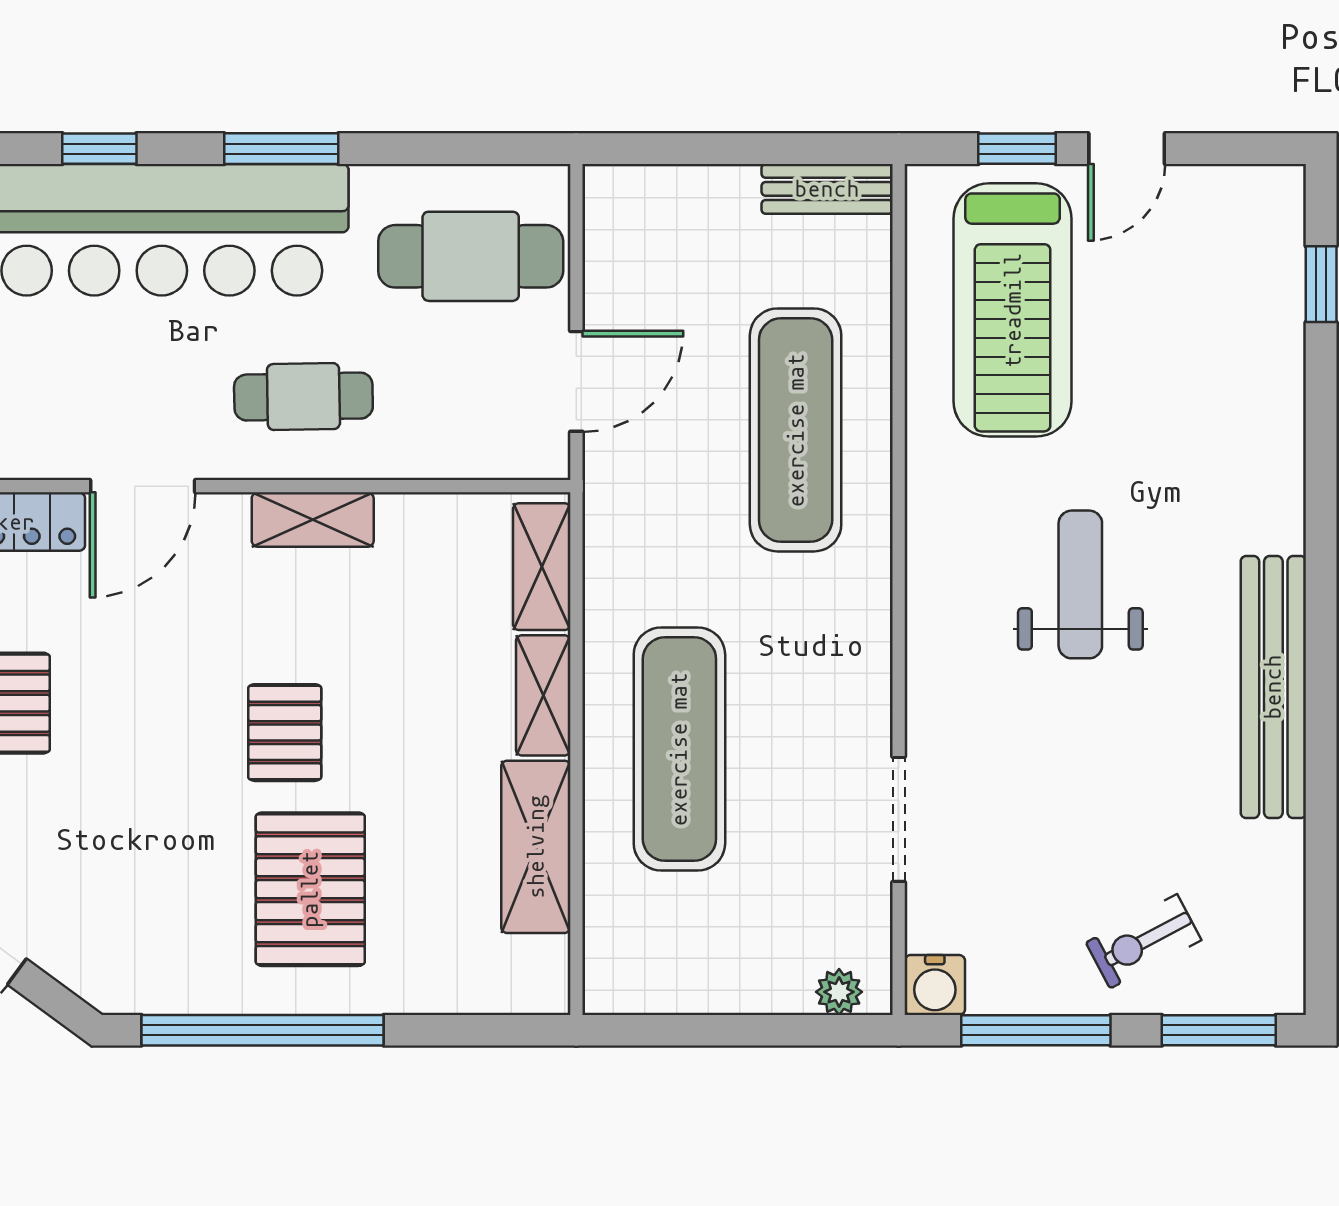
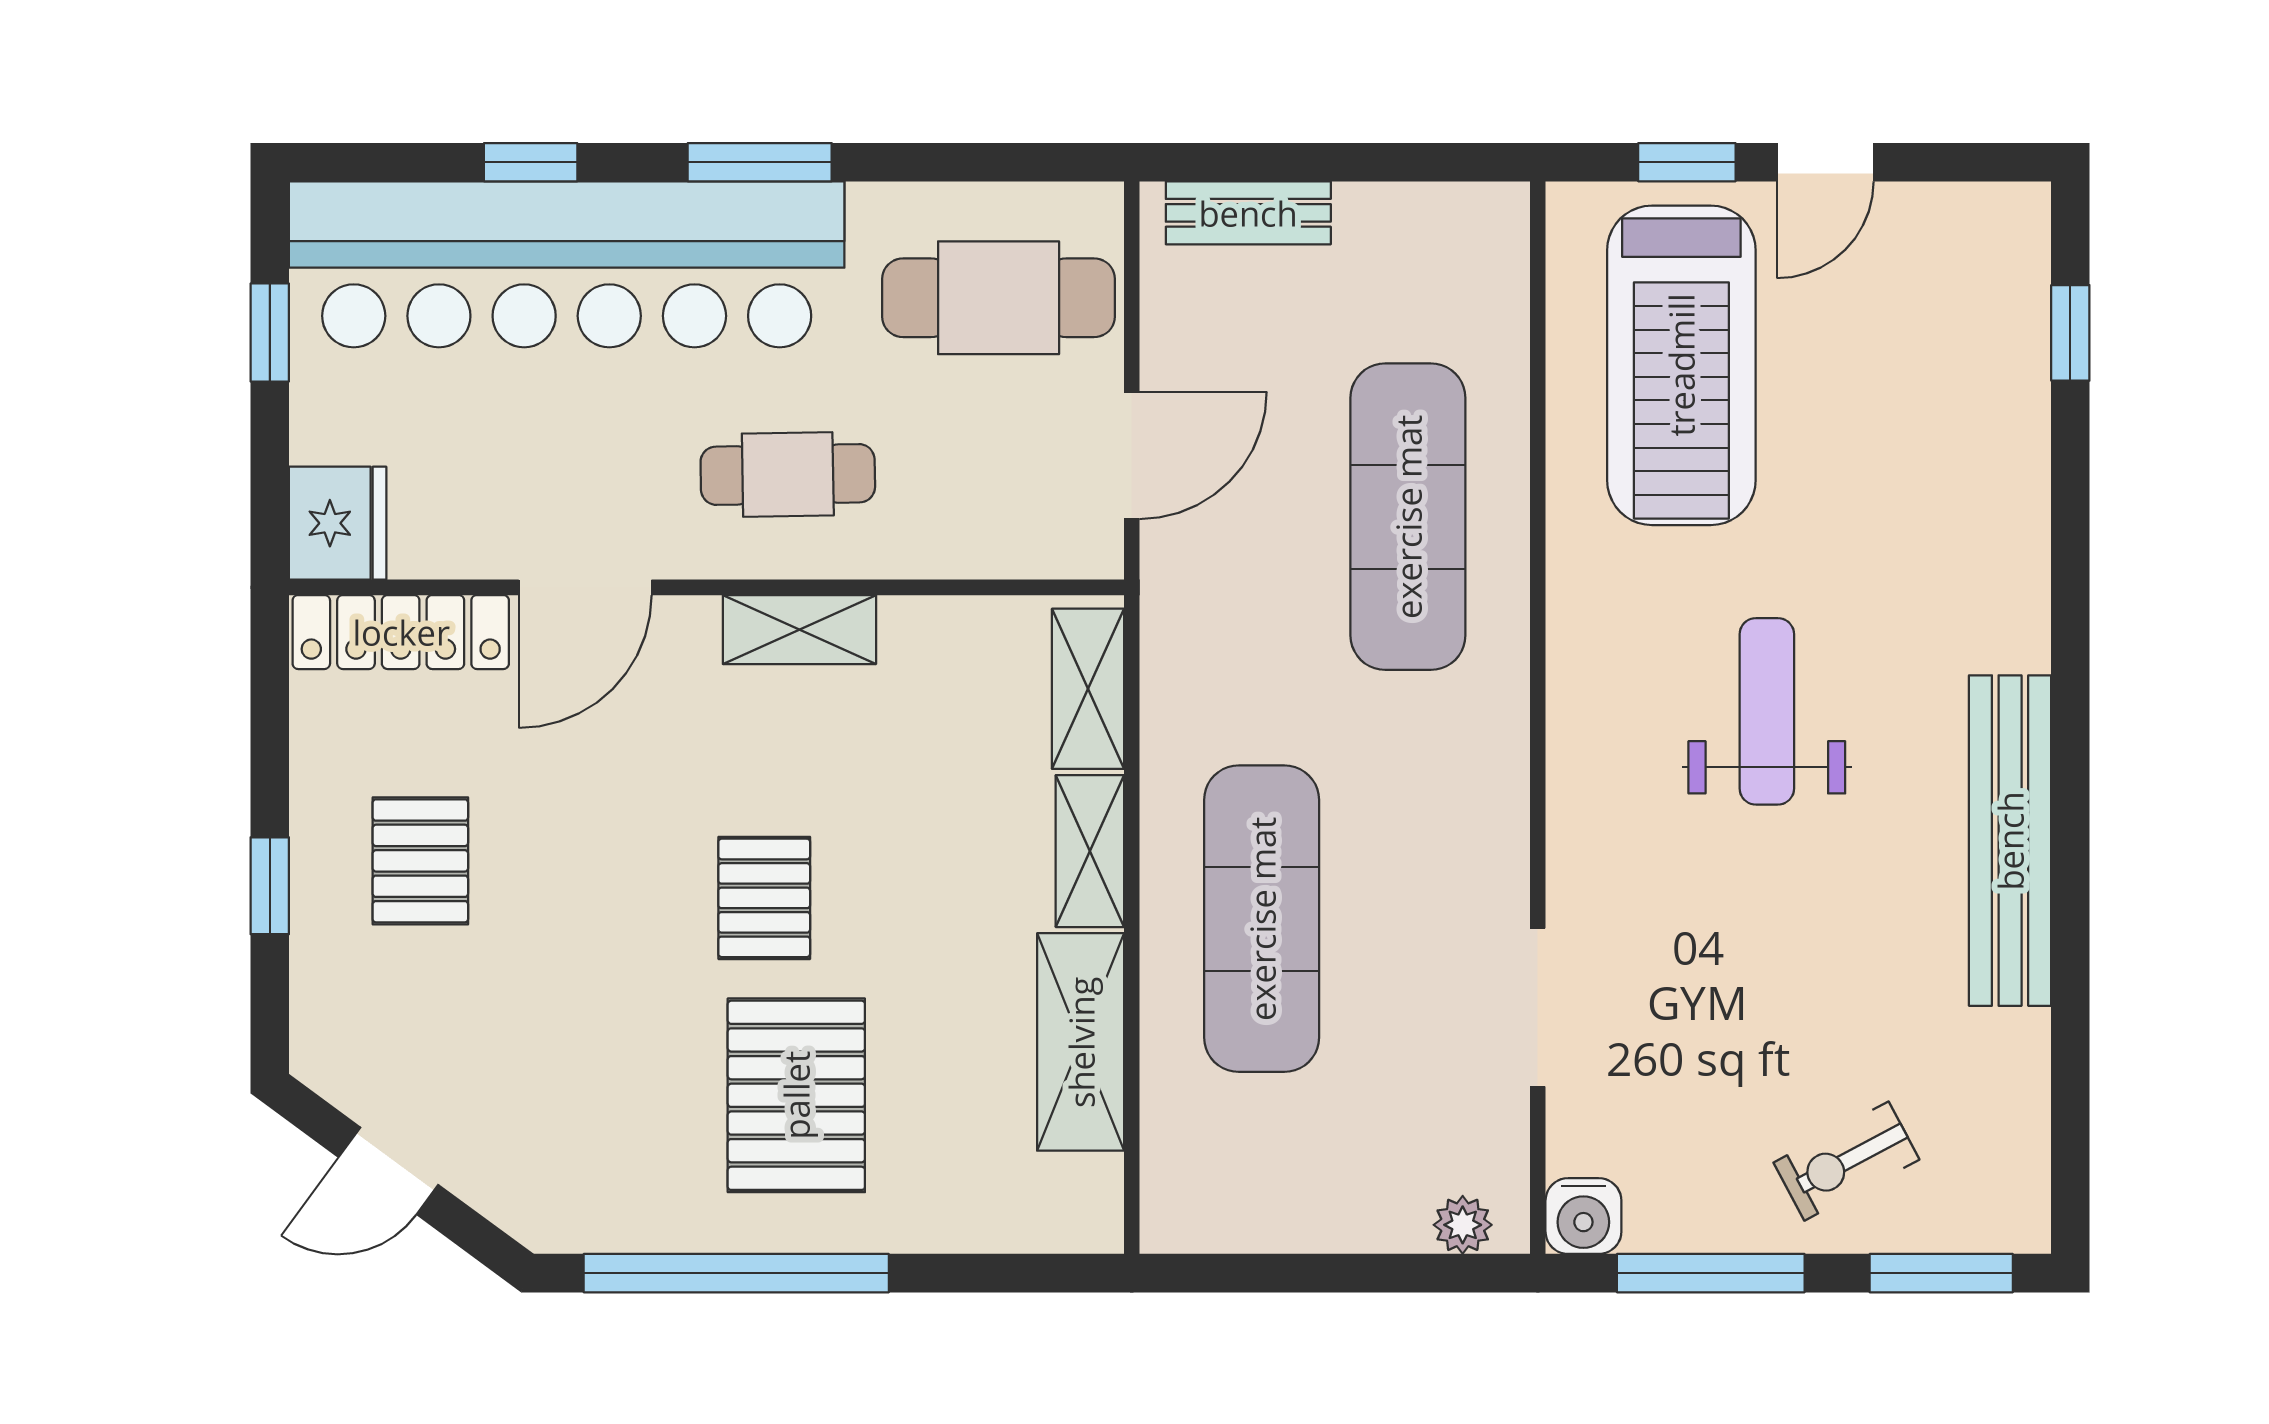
bench: (827, 189) -> (1248, 213), moved

